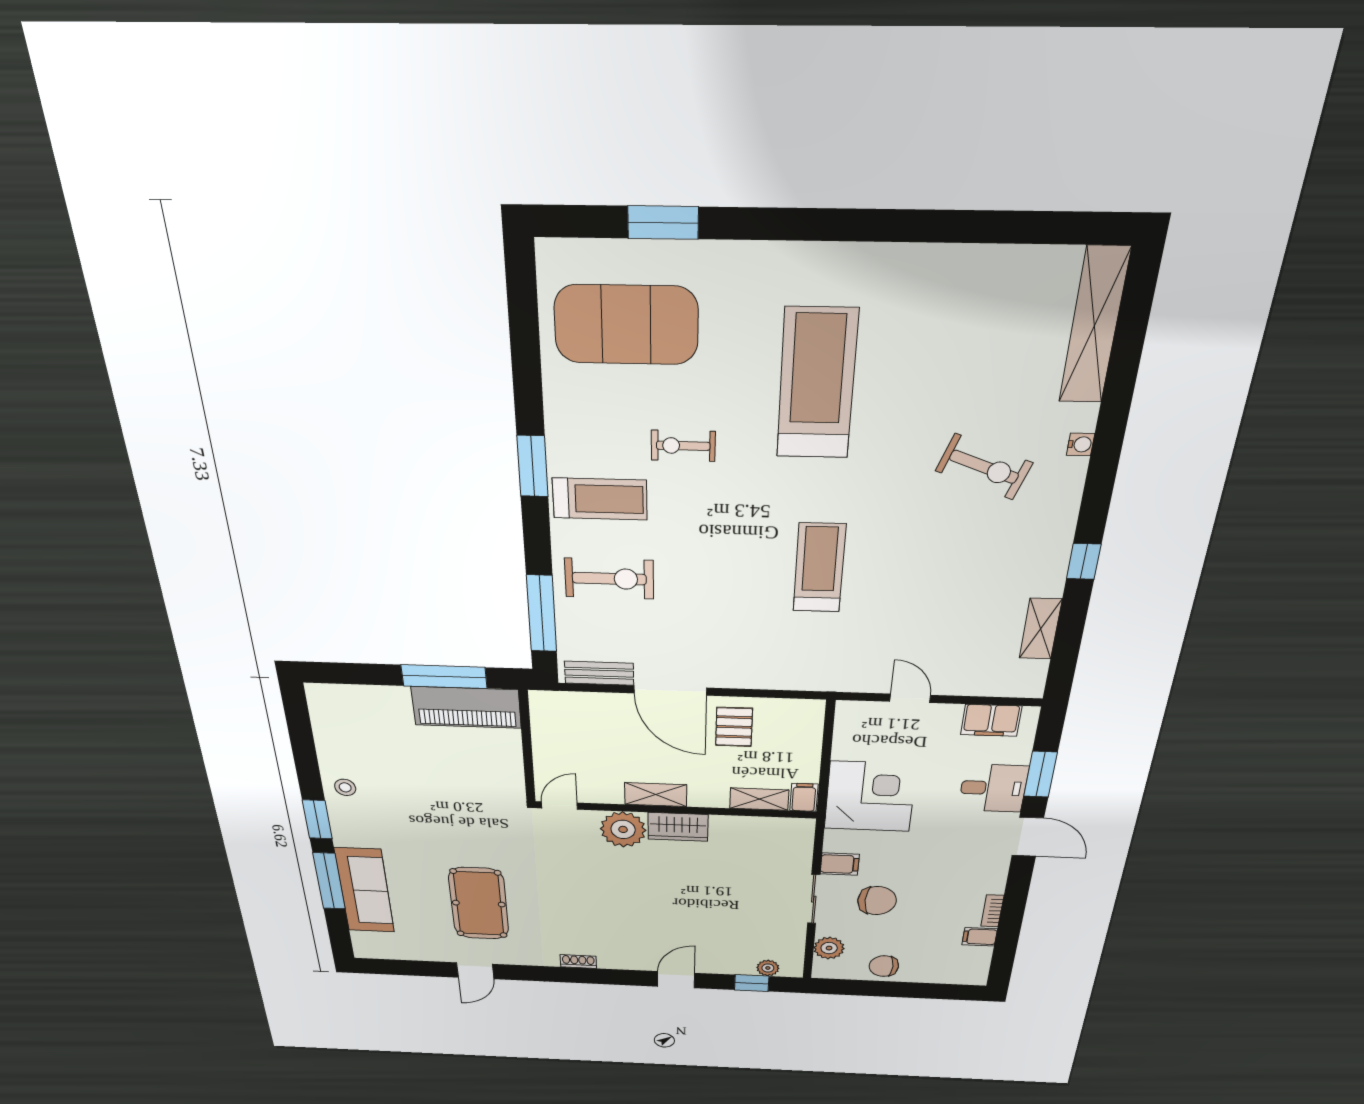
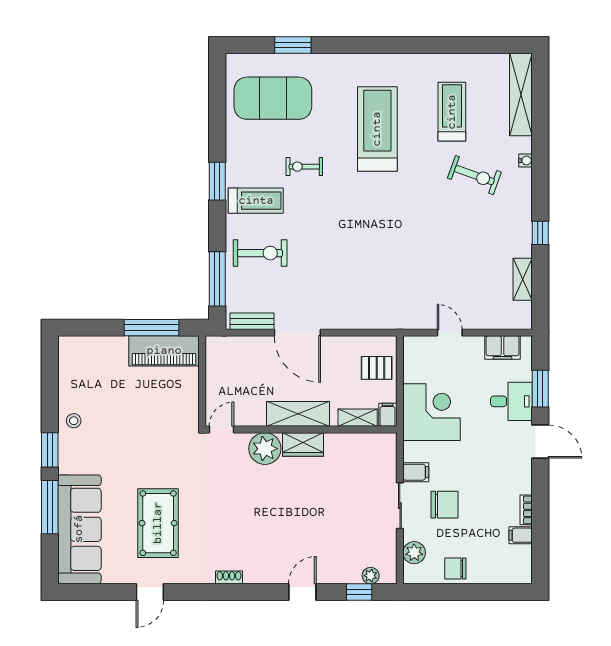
treadmill: (819, 568) -> (452, 112), moved
pallet: (734, 727) -> (377, 368), moved, turned 90
shelving: (656, 795) -> (298, 414), width x1.50, depth x1.33
sofa: (365, 890) -> (79, 529), width x1.36, depth x1.27

